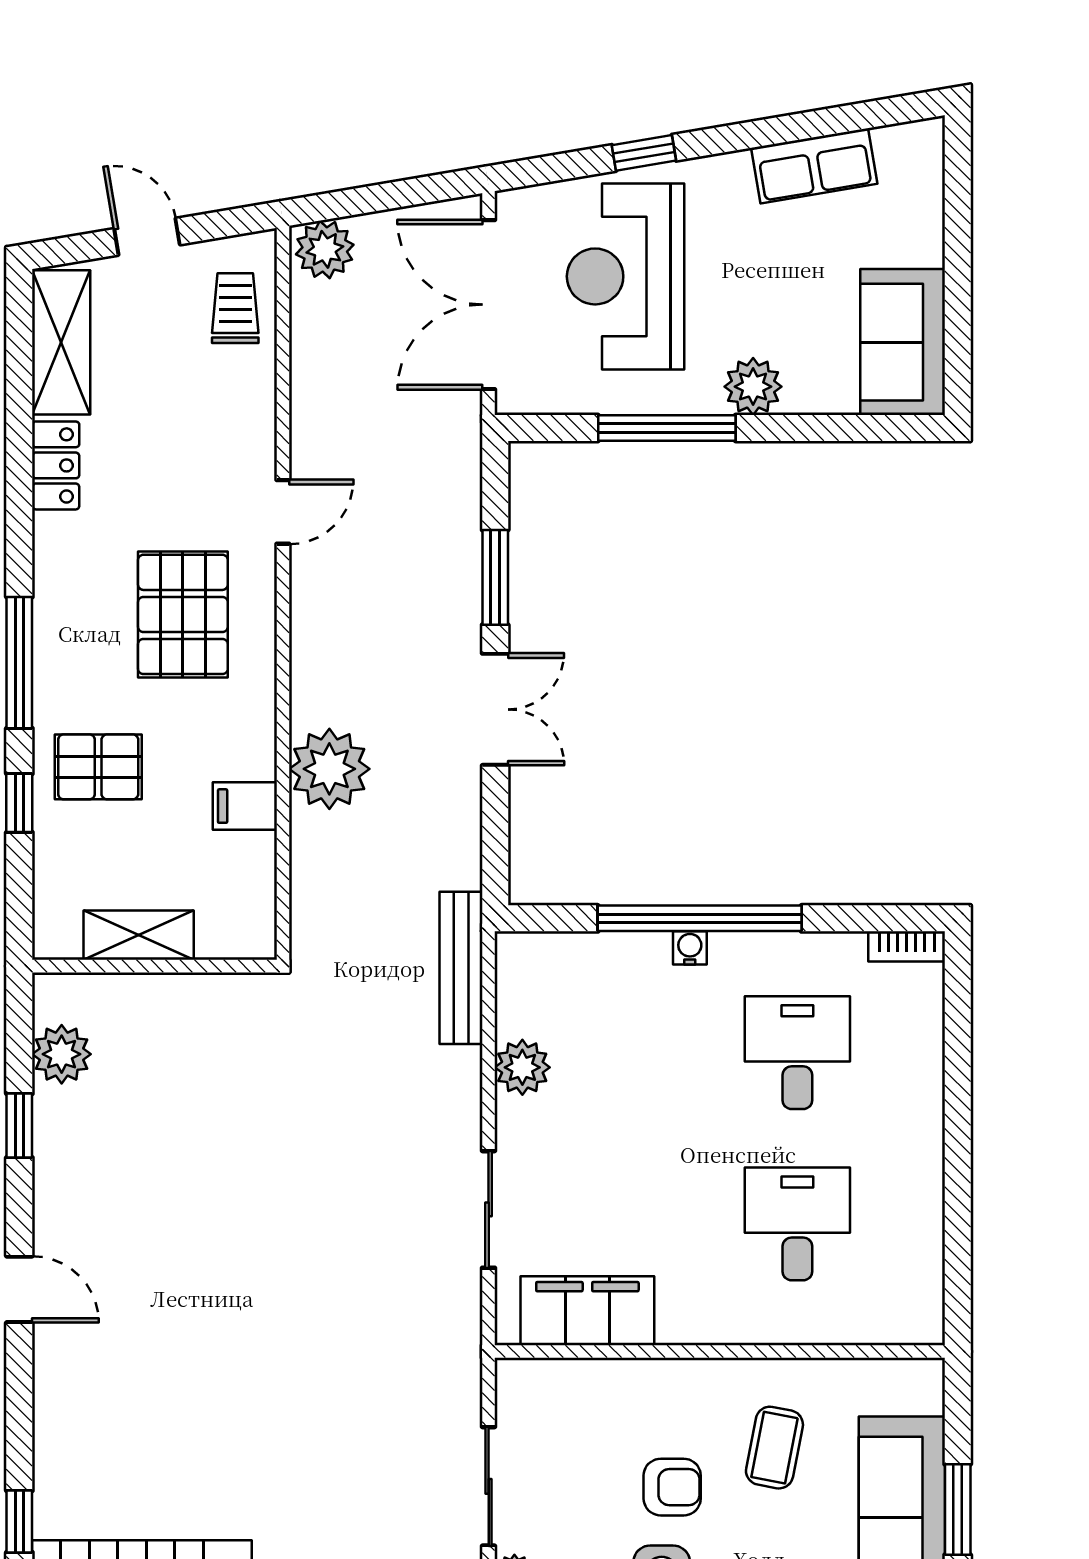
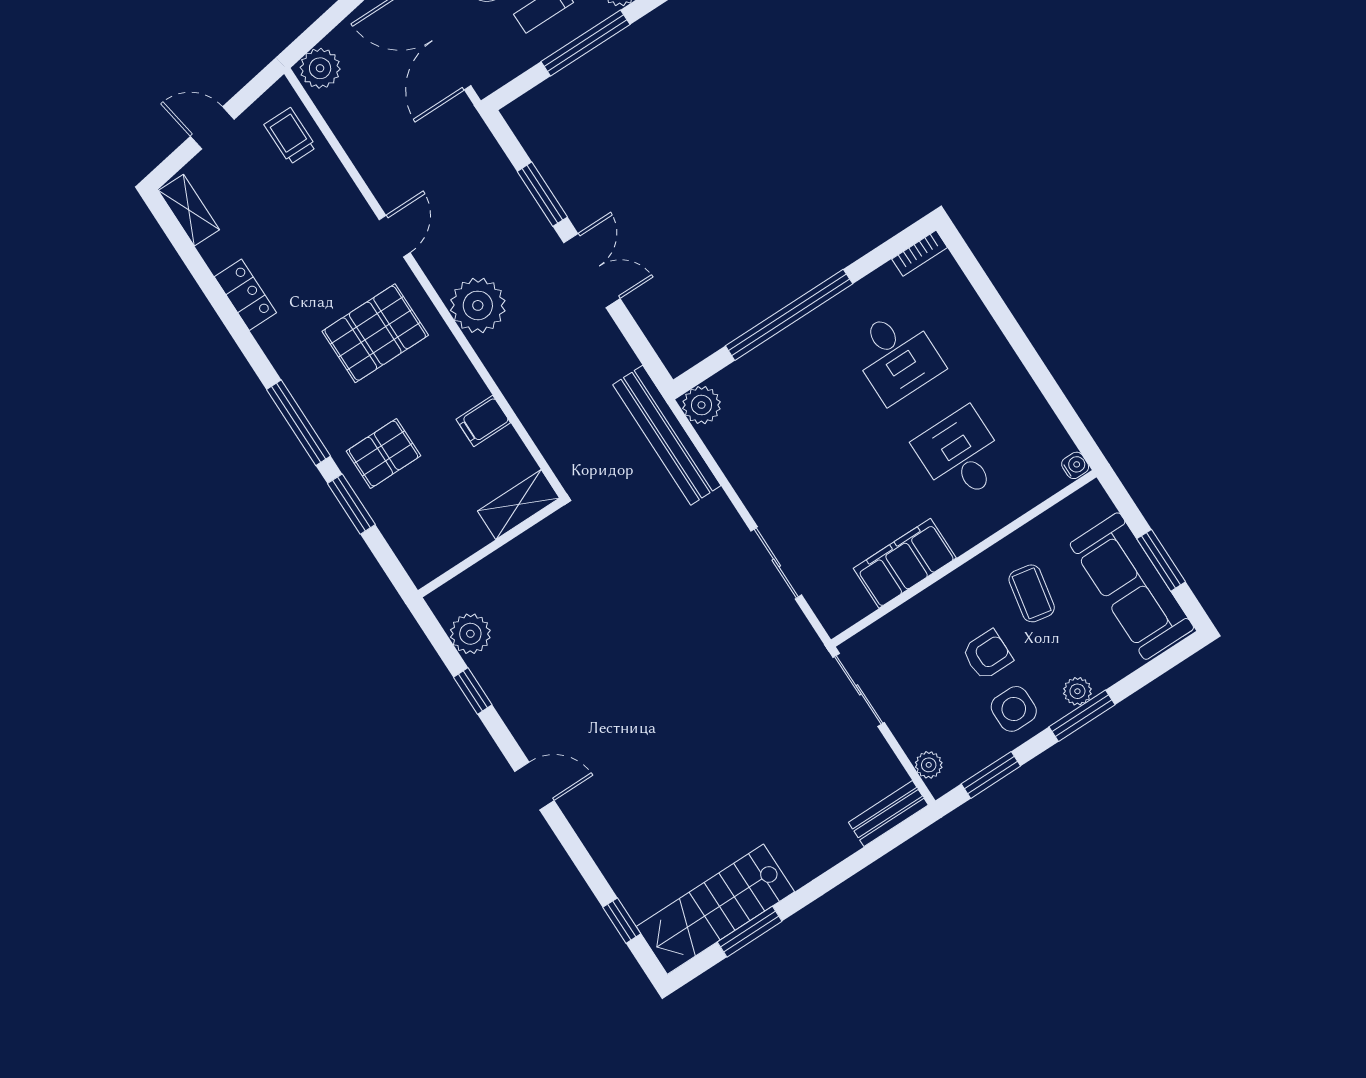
shelving: (61, 342) -> (189, 210), width x0.67, depth x0.75
pallet: (183, 614) -> (375, 333), turned 90
plant: (329, 769) -> (478, 305), moved
window: (19, 803) -> (351, 504), width x1.50
shelving: (139, 935) -> (518, 504), moved
water cooler: (690, 948) -> (1075, 465), moved, turned 90
bench: (461, 968) -> (667, 435), width x1.37, depth x1.21
desk: (797, 1053) -> (896, 356), turned 180
plant: (522, 1067) -> (702, 405), moved
filing cabinet: (587, 1311) -> (905, 563), moved
sliding door: (489, 1486) -> (859, 690), moved

